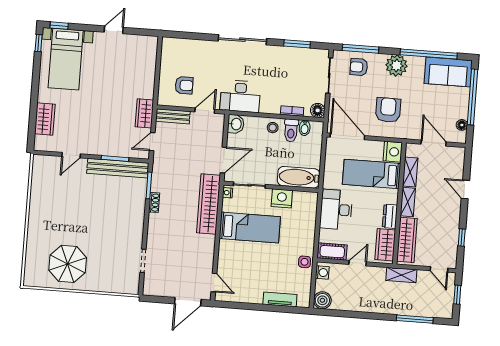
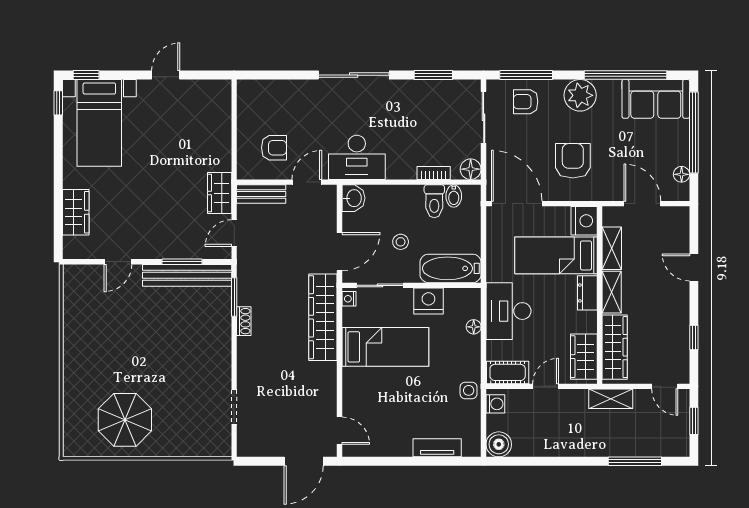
stool: (273, 128) -> (401, 242), moved
dresser: (390, 216) -> (587, 293), moved
floor lamp: (311, 219) -> (474, 327), added

